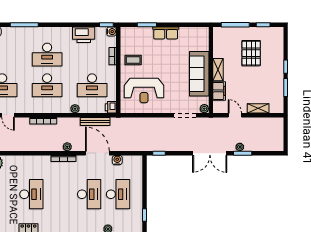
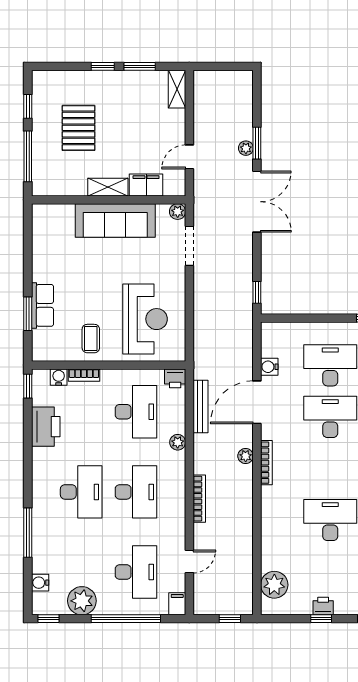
water cooler: (111, 32) -> (59, 377), moved
row of seats: (166, 33) -> (42, 305), moved
pallet: (251, 53) -> (79, 128), turned 90
shelving: (258, 108) -> (177, 89), moved

